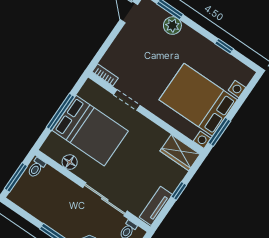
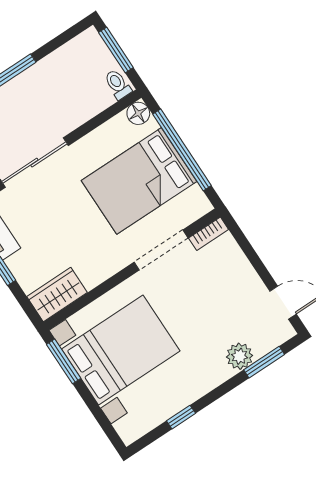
doorway: (127, 100) -> (161, 250), width x1.38
window: (60, 112) -> (182, 150), width x1.46
floor lamp: (70, 162) -> (138, 113), moved

